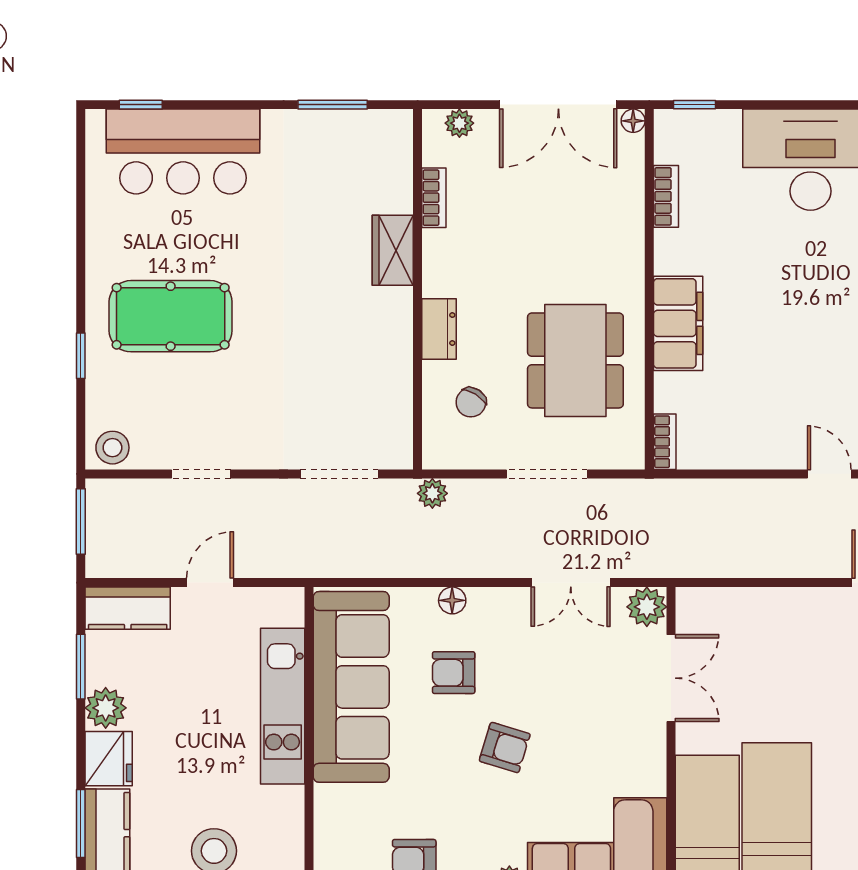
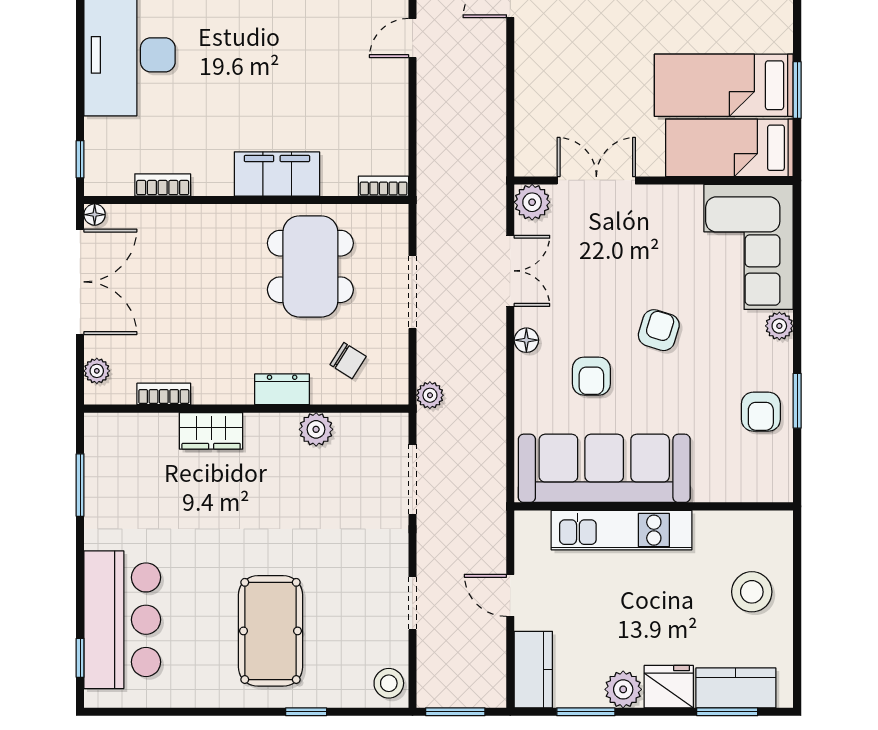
dining table: (575, 360) -> (310, 266), turned 90
plant: (394, 367) -> (316, 429), added
floor lamp: (452, 600) -> (526, 340), moved

